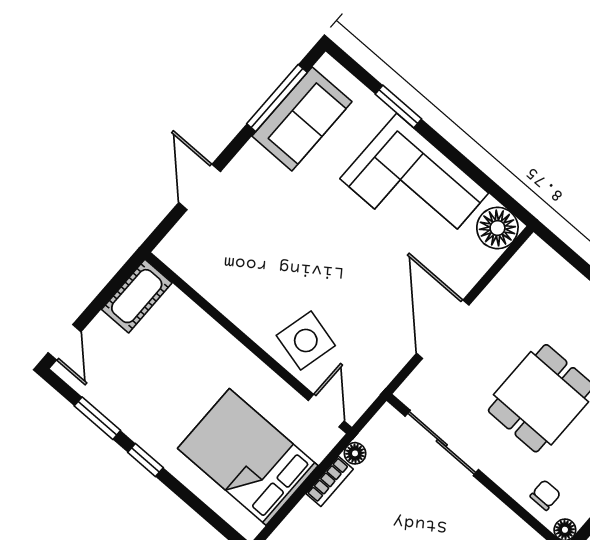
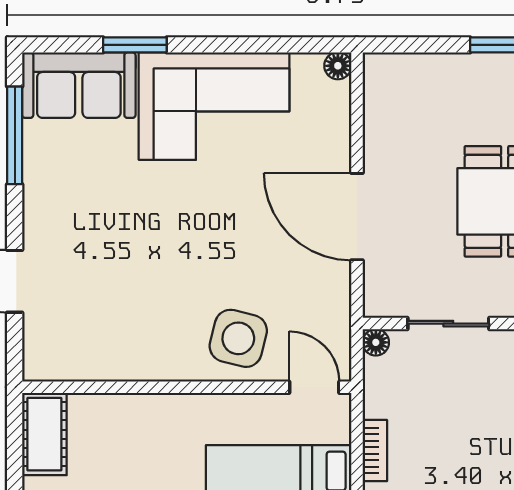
sofa: (302, 119) -> (79, 85), moved, turned 90
floor lamp: (497, 228) -> (338, 66), width x0.53, depth x0.53
sliding door: (442, 443) -> (448, 324), width x0.73
floor lamp: (355, 453) -> (376, 342), moved

